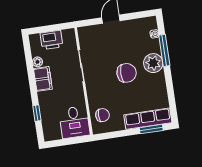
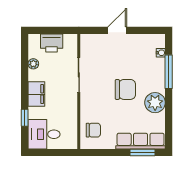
plant: (153, 63) -> (155, 103), moved
filing cabinet: (43, 79) -> (36, 94), moved
desk: (74, 122) -> (44, 134), moved, turned 90

